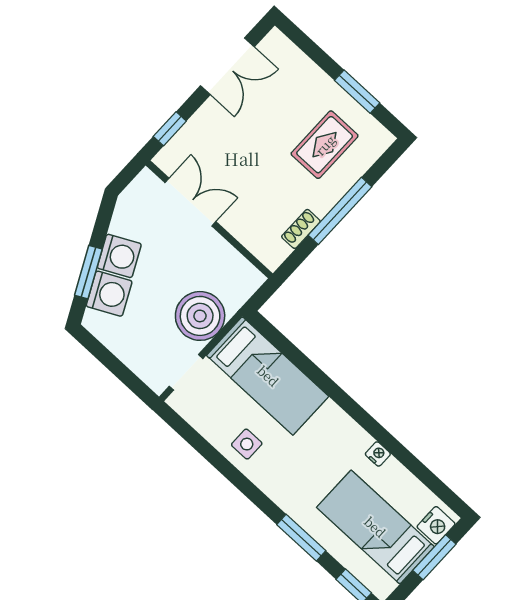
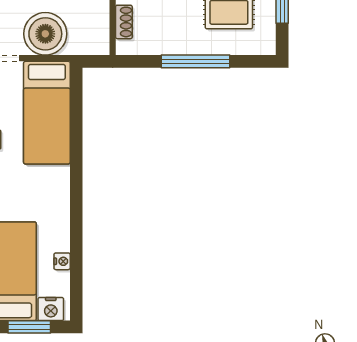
shoe rack: (301, 229) -> (124, 22), moved, turned 90
nightstand: (378, 454) -> (62, 261), moved

